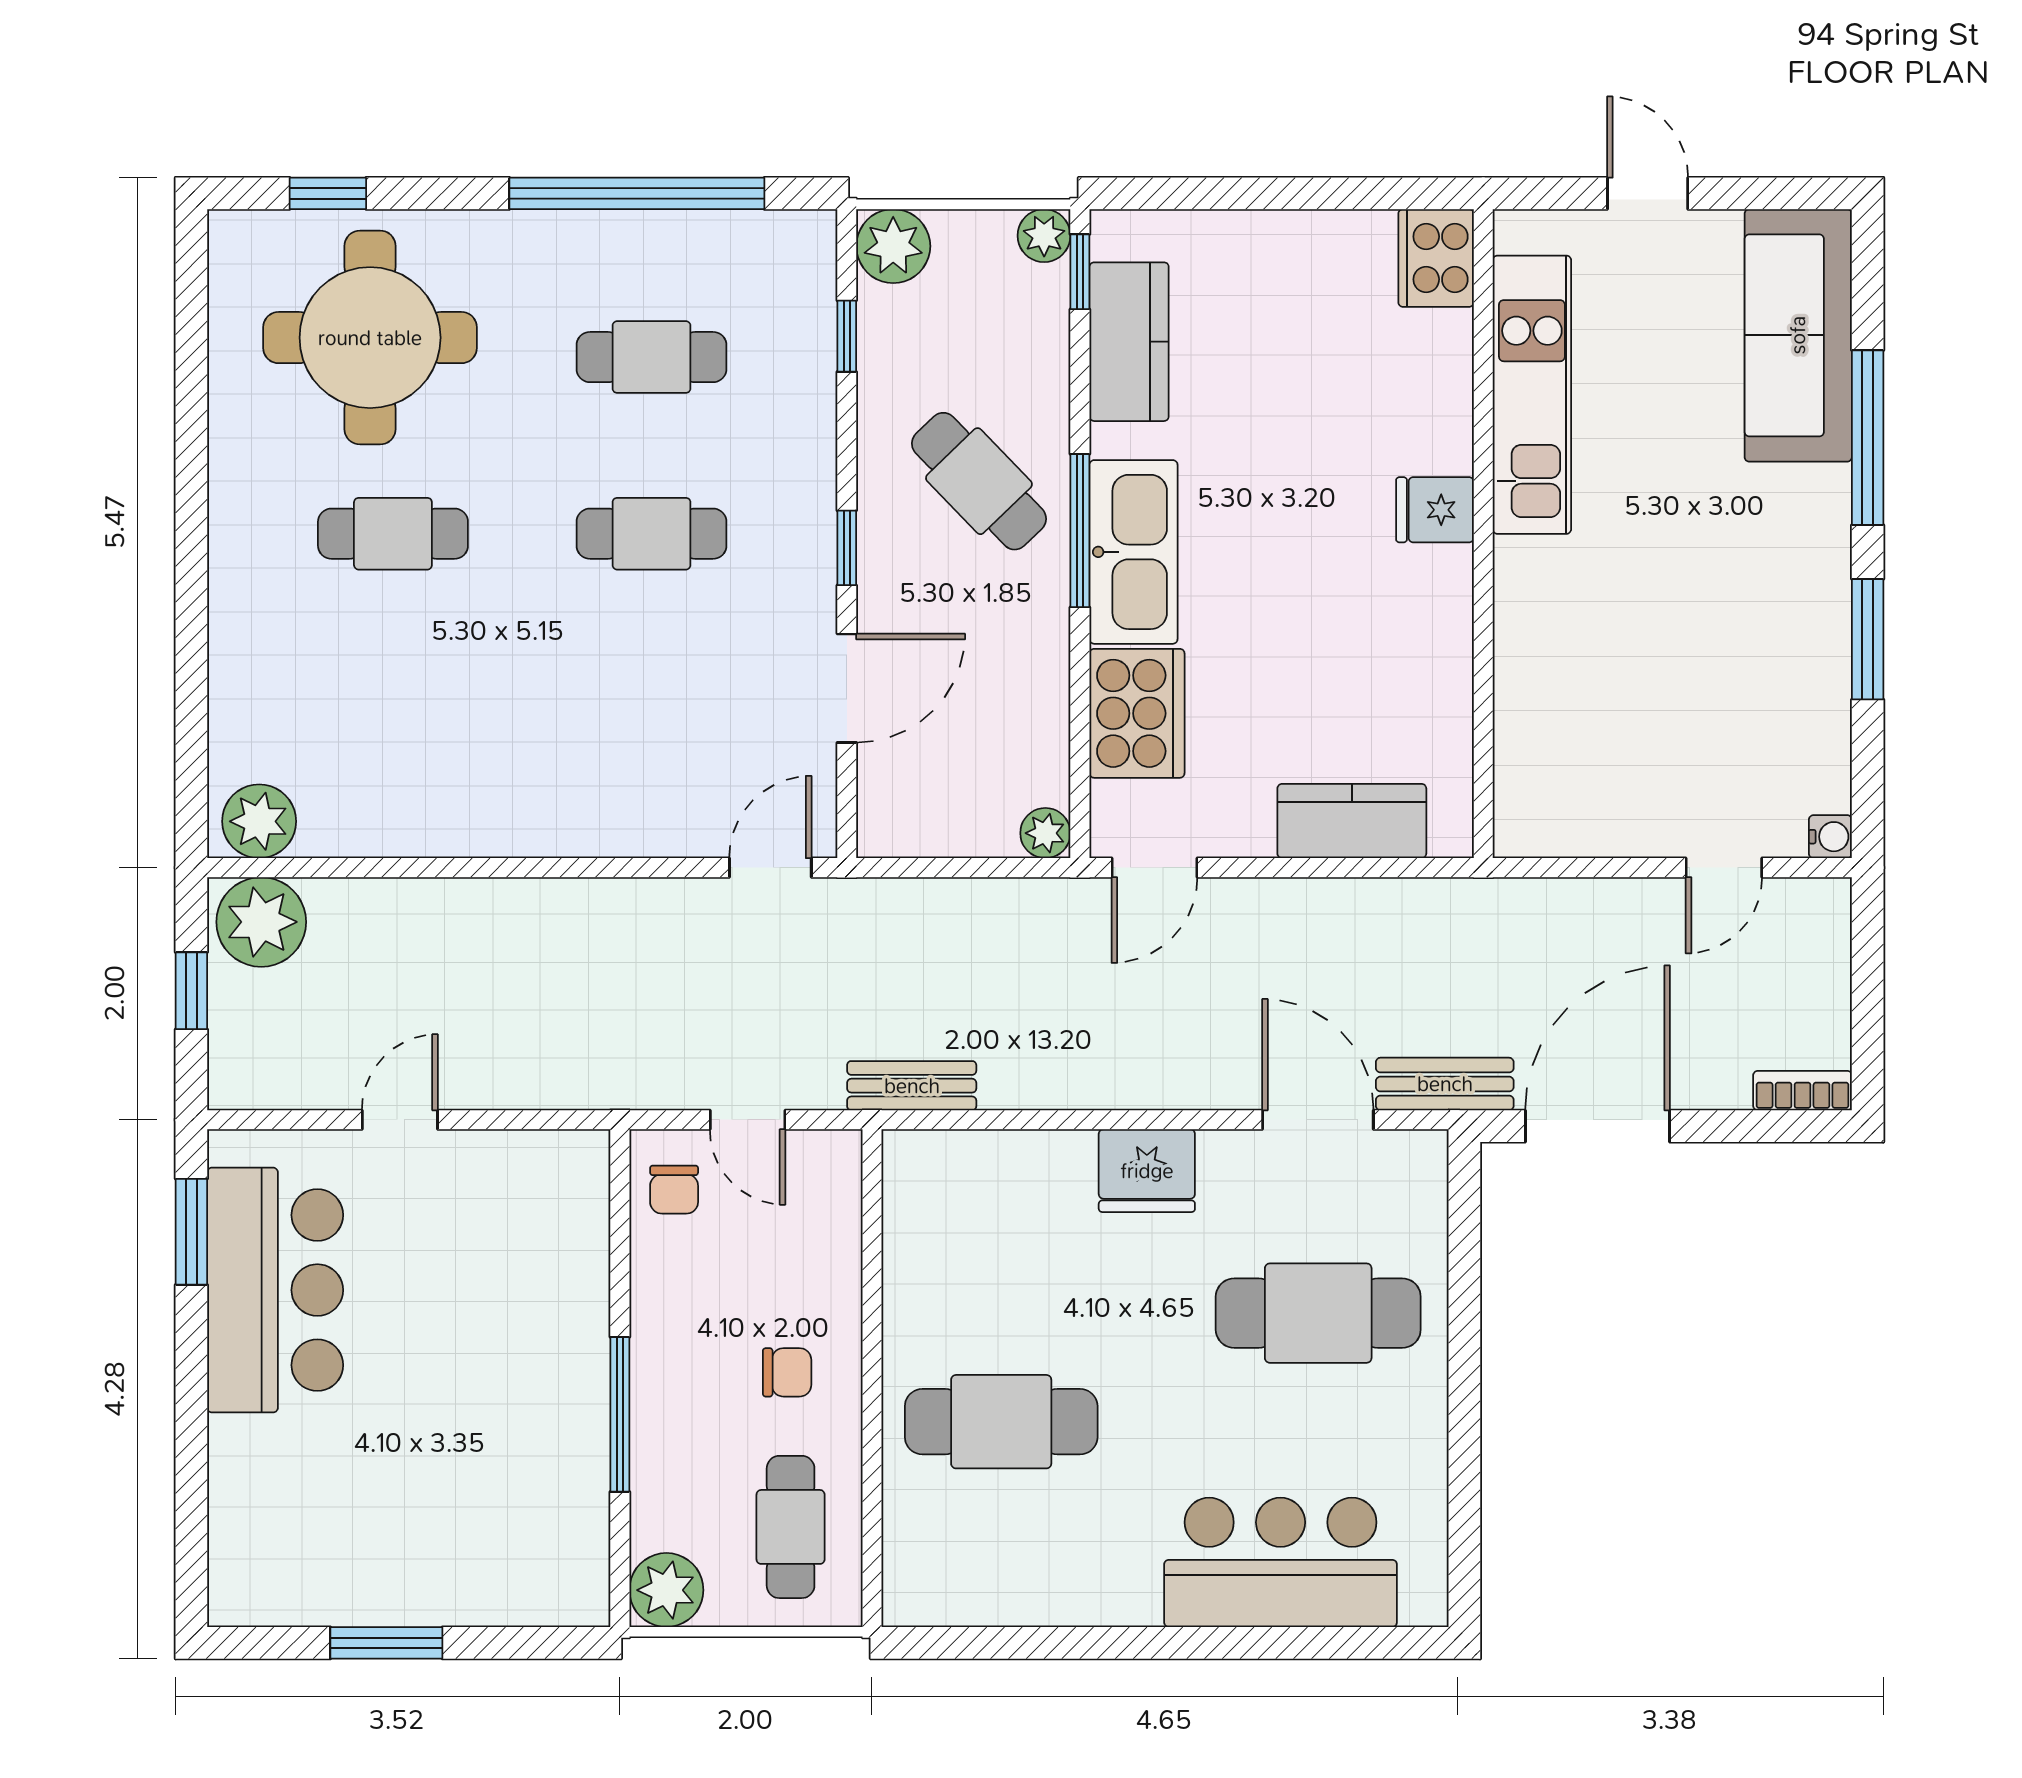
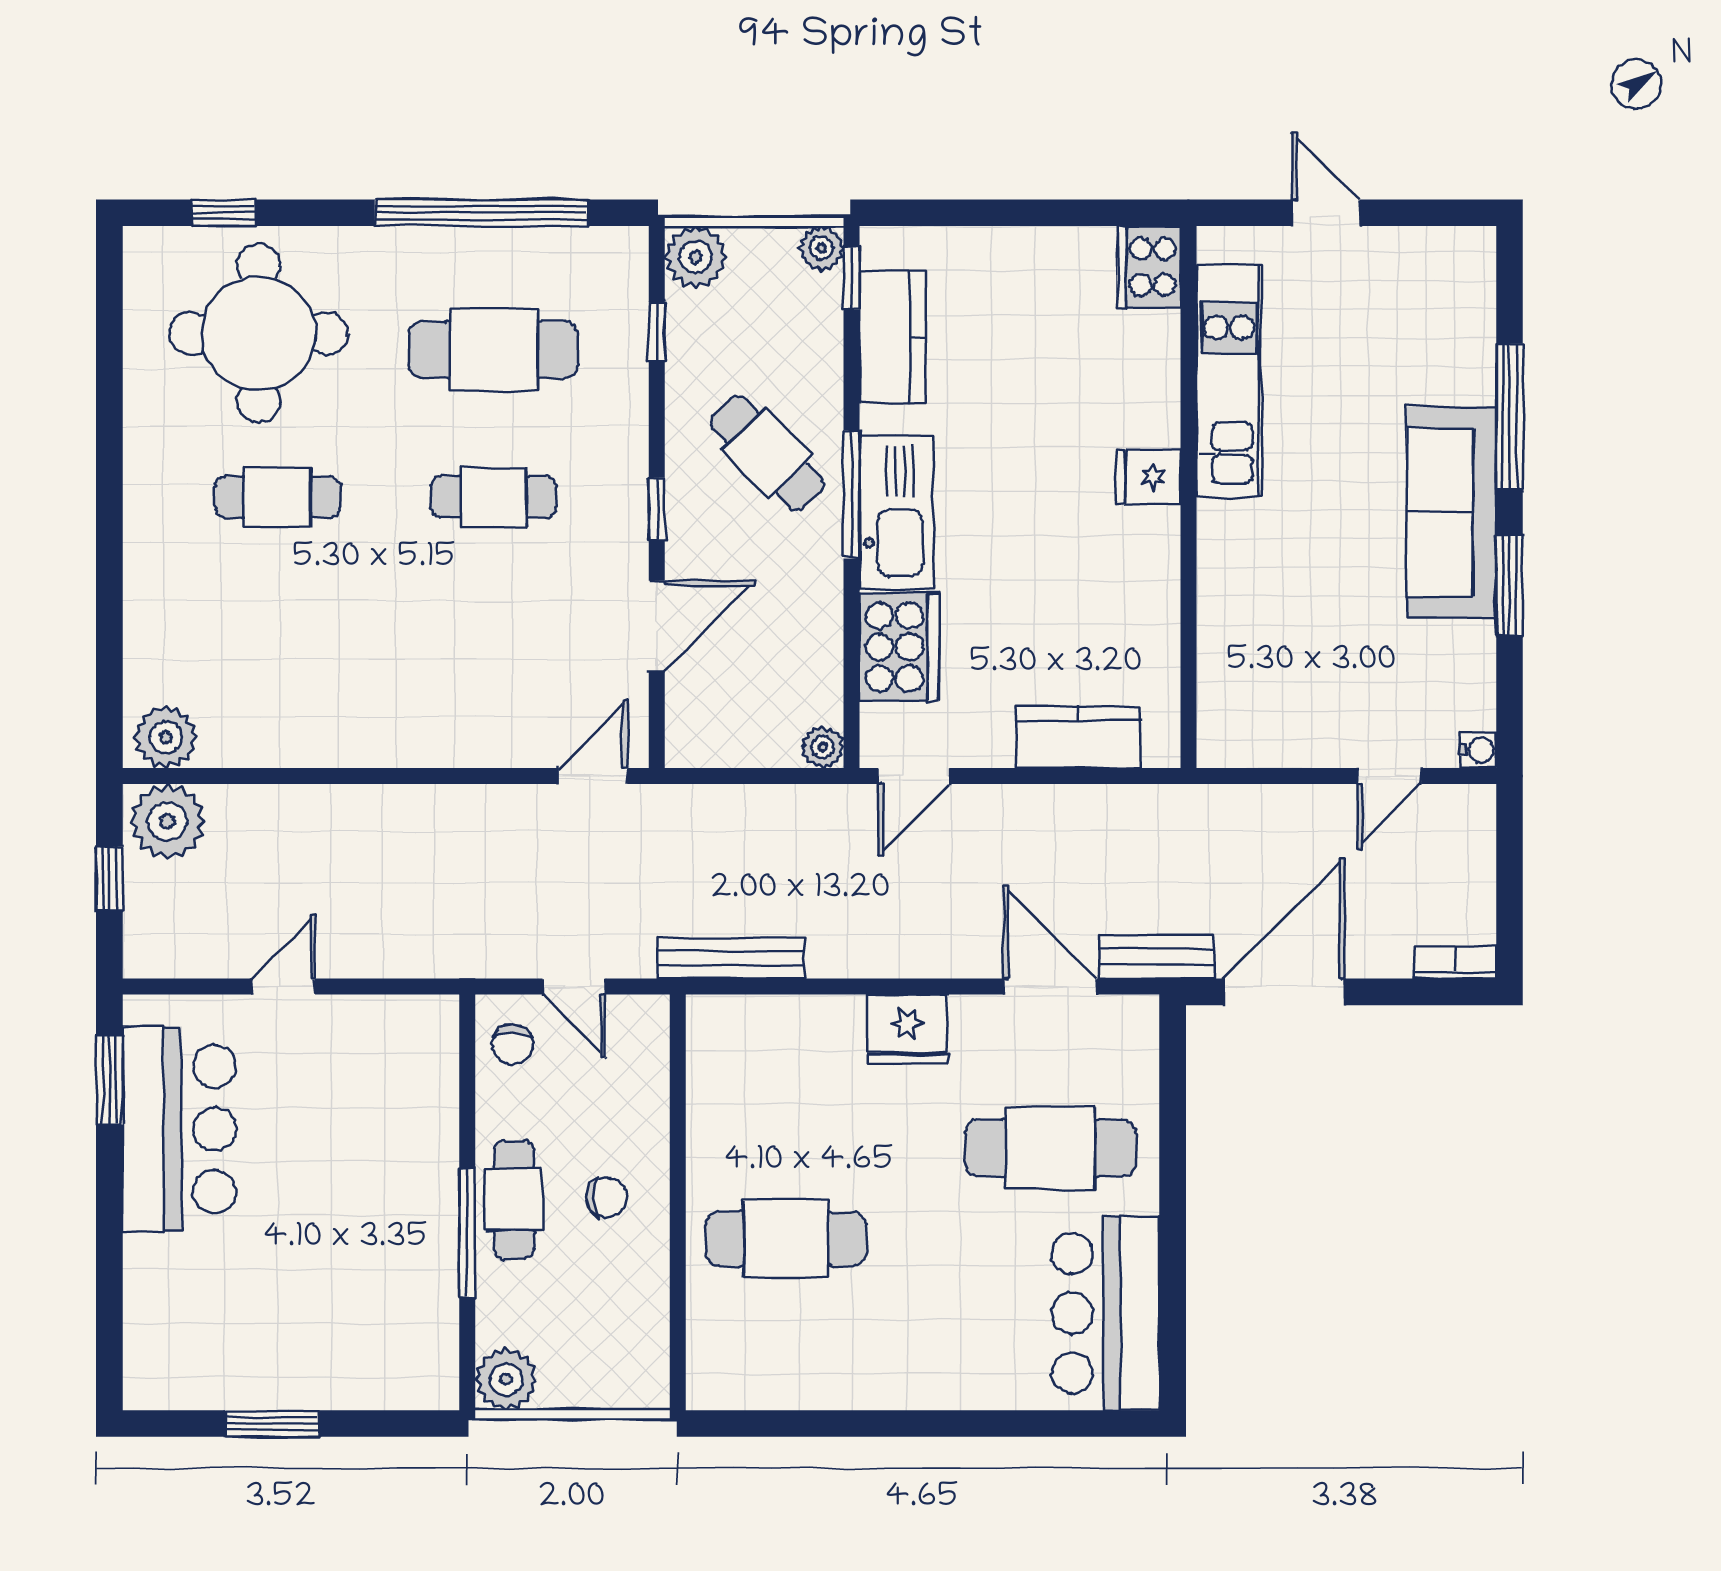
sofa: (1798, 335) -> (1452, 512), moved
cafe table: (652, 357) -> (494, 349), width x1.37, depth x1.35
bench: (912, 1086) -> (731, 958), width x1.36
cafe table: (791, 1527) -> (514, 1200), moved
bar counter: (1281, 1562) -> (1105, 1313), moved, turned -90

